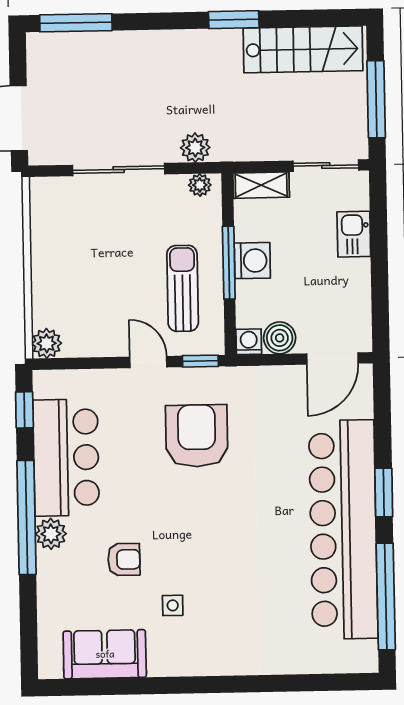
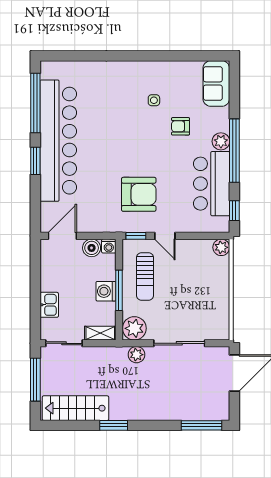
plant: (200, 185) -> (134, 328), width x1.88, depth x1.88
armchair: (197, 436) -> (139, 194), turned -90
sofa: (105, 654) -> (216, 83), moved, turned 90

